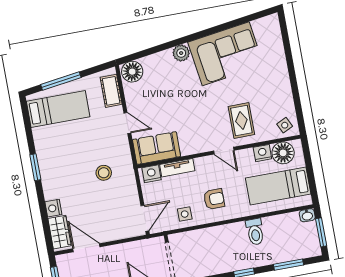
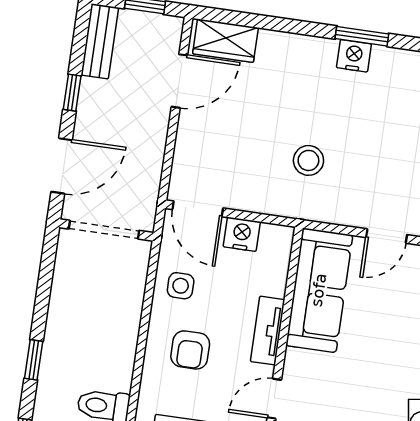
sofa: (157, 148) -> (319, 290), width x1.36
tv unit: (177, 168) -> (268, 331), moved
nightstand: (151, 174) -> (242, 234), moved, turned -90
nightstand: (53, 208) -> (354, 56), moved

